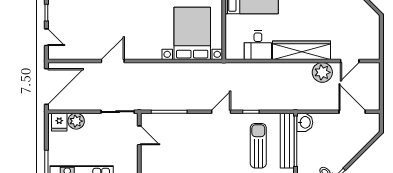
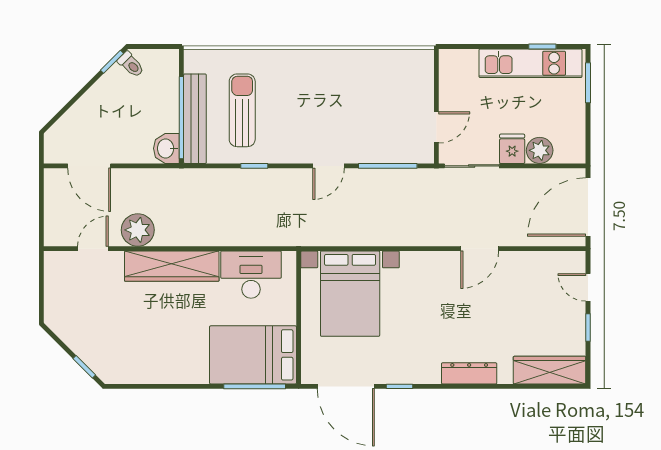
desk: (258, 45) -> (251, 275), width x1.37
door: (221, 112) -> (328, 166), moved
fridge: (59, 122) -> (512, 149), moved
door: (139, 135) -> (436, 127), swing flipped
sun lounger: (258, 146) -> (242, 110), turned 180

